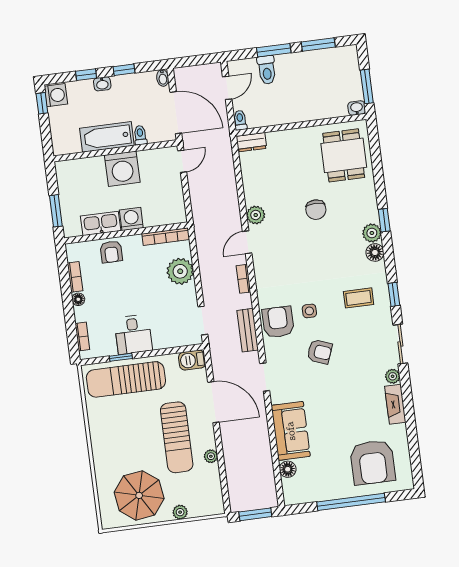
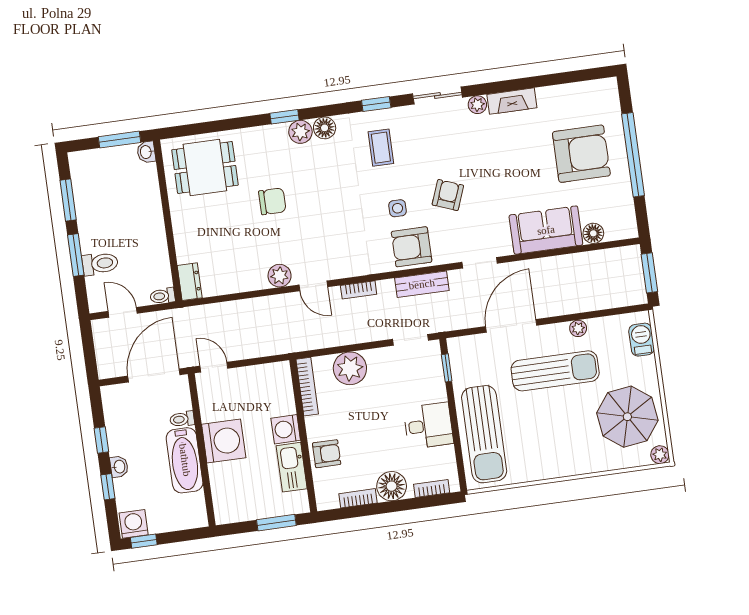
bidet: (163, 78) -> (111, 392), removed
floor lamp: (78, 299) -> (392, 486), width x1.89, depth x1.89
window: (121, 357) -> (447, 368), moved
barbecue: (192, 360) -> (642, 340), moved, turned 180
armchair: (373, 462) -> (581, 154), moved
plant: (180, 512) -> (660, 455), moved

